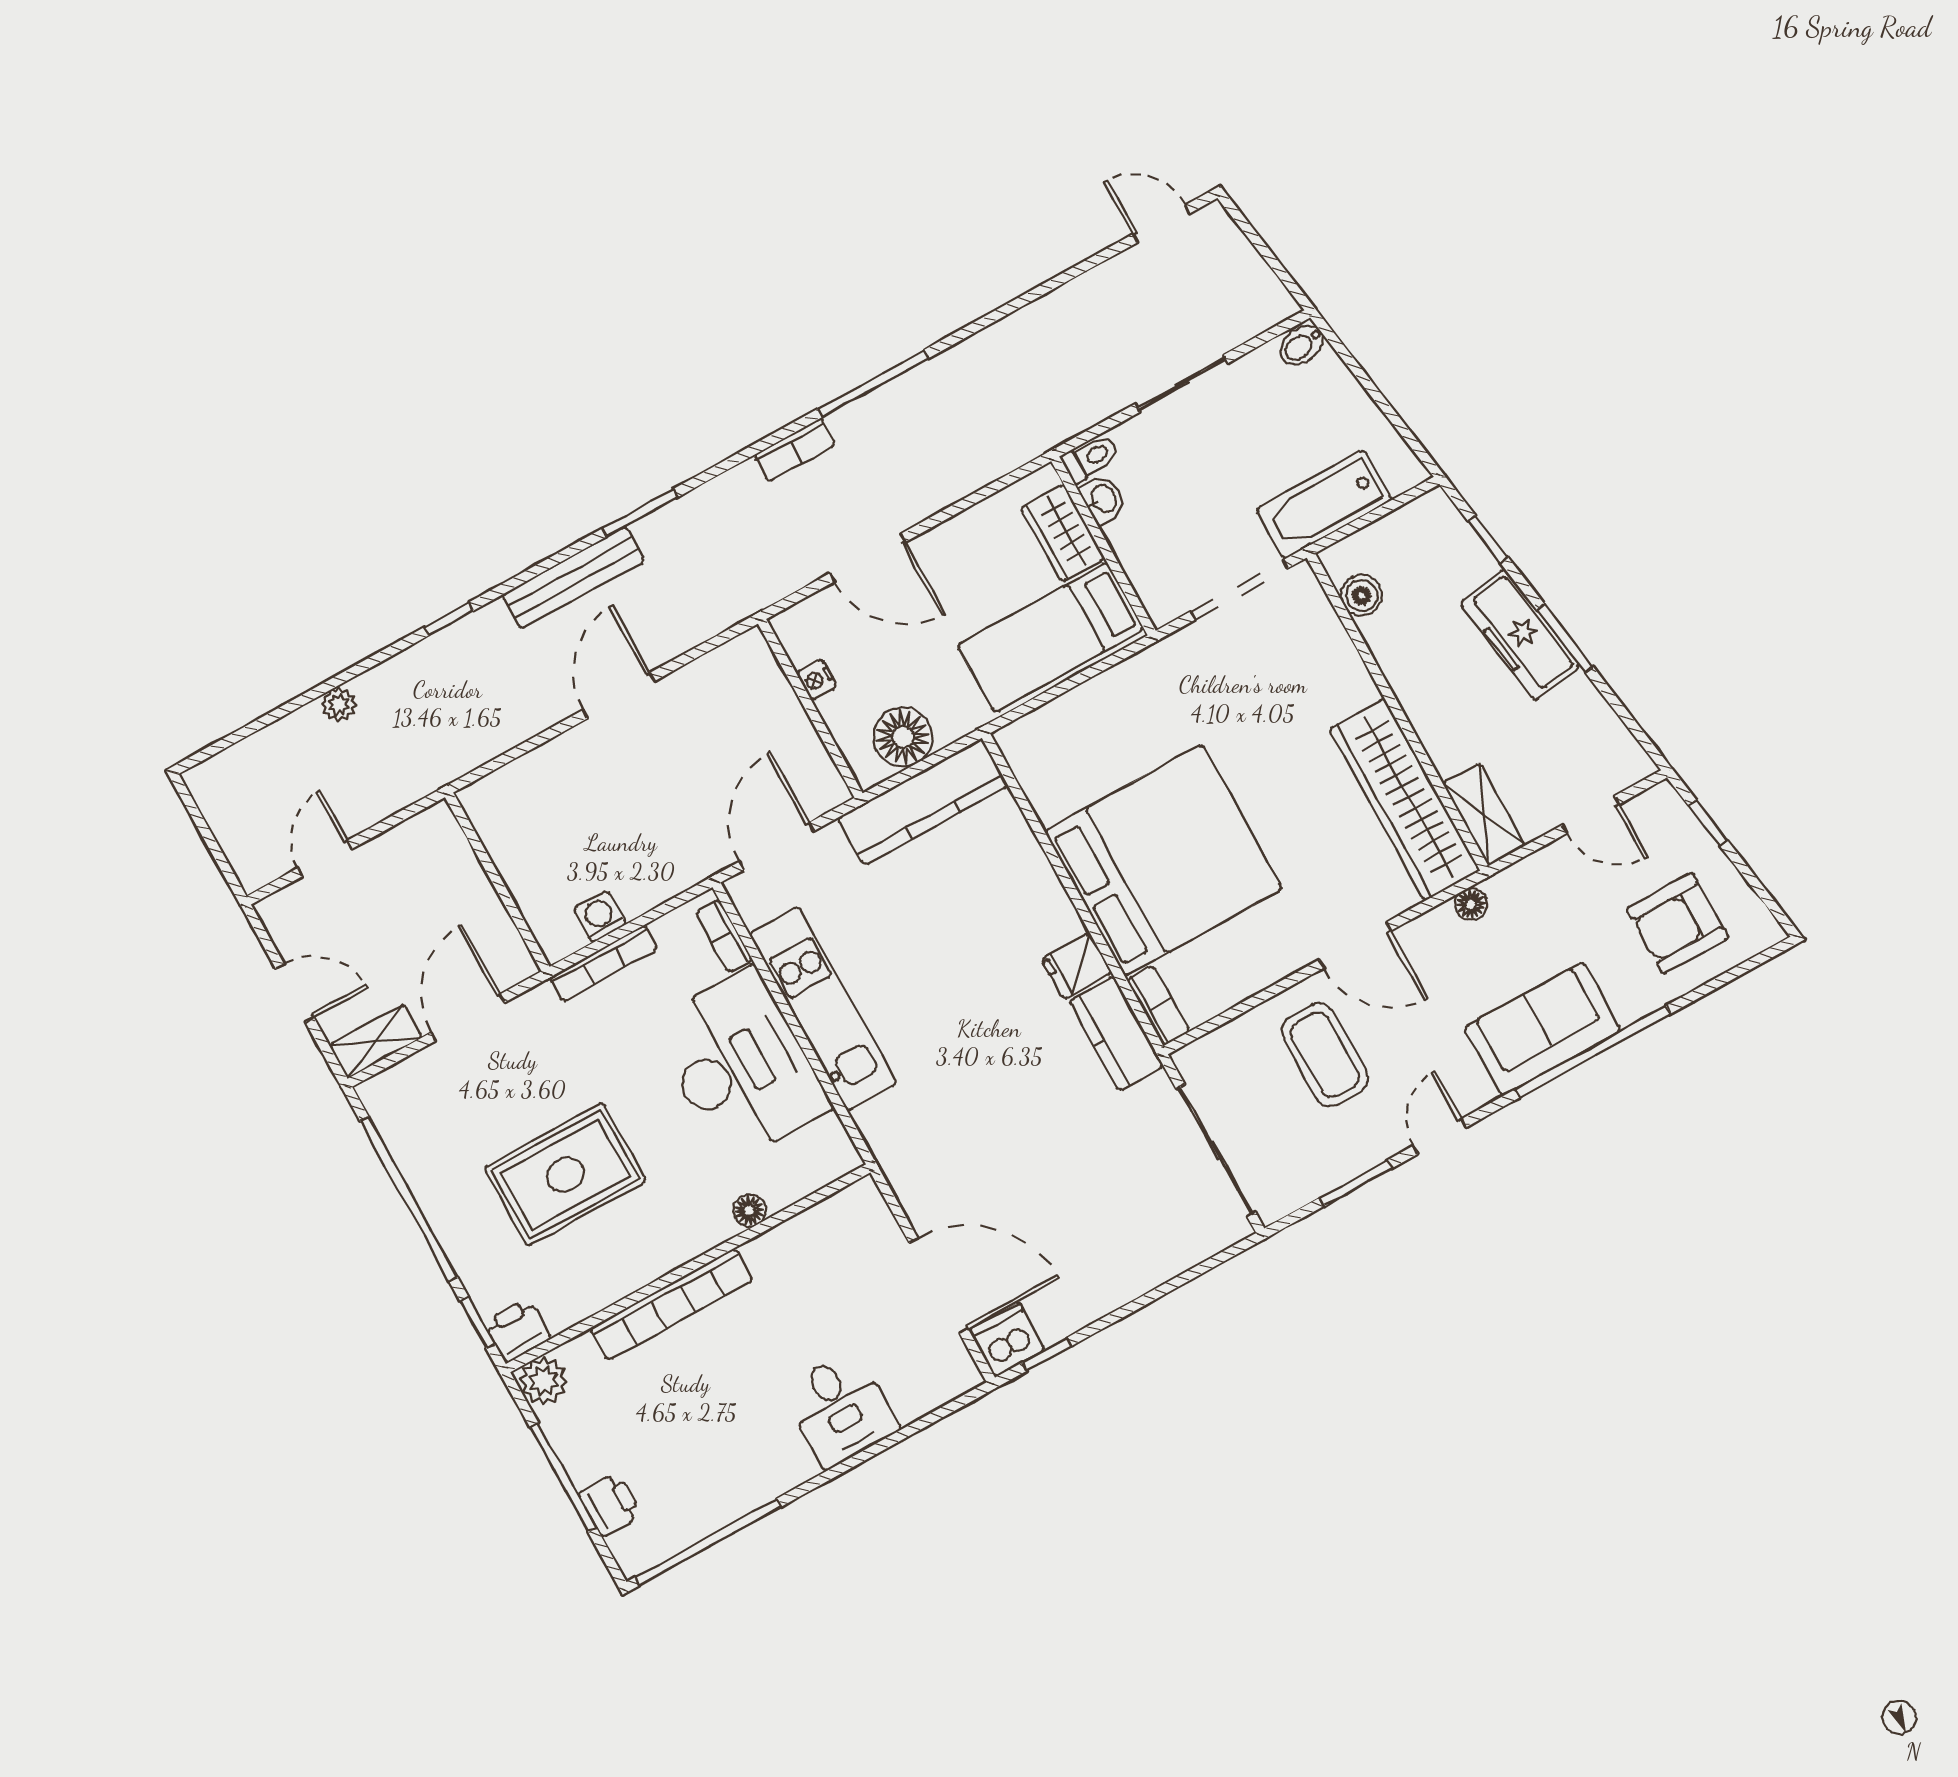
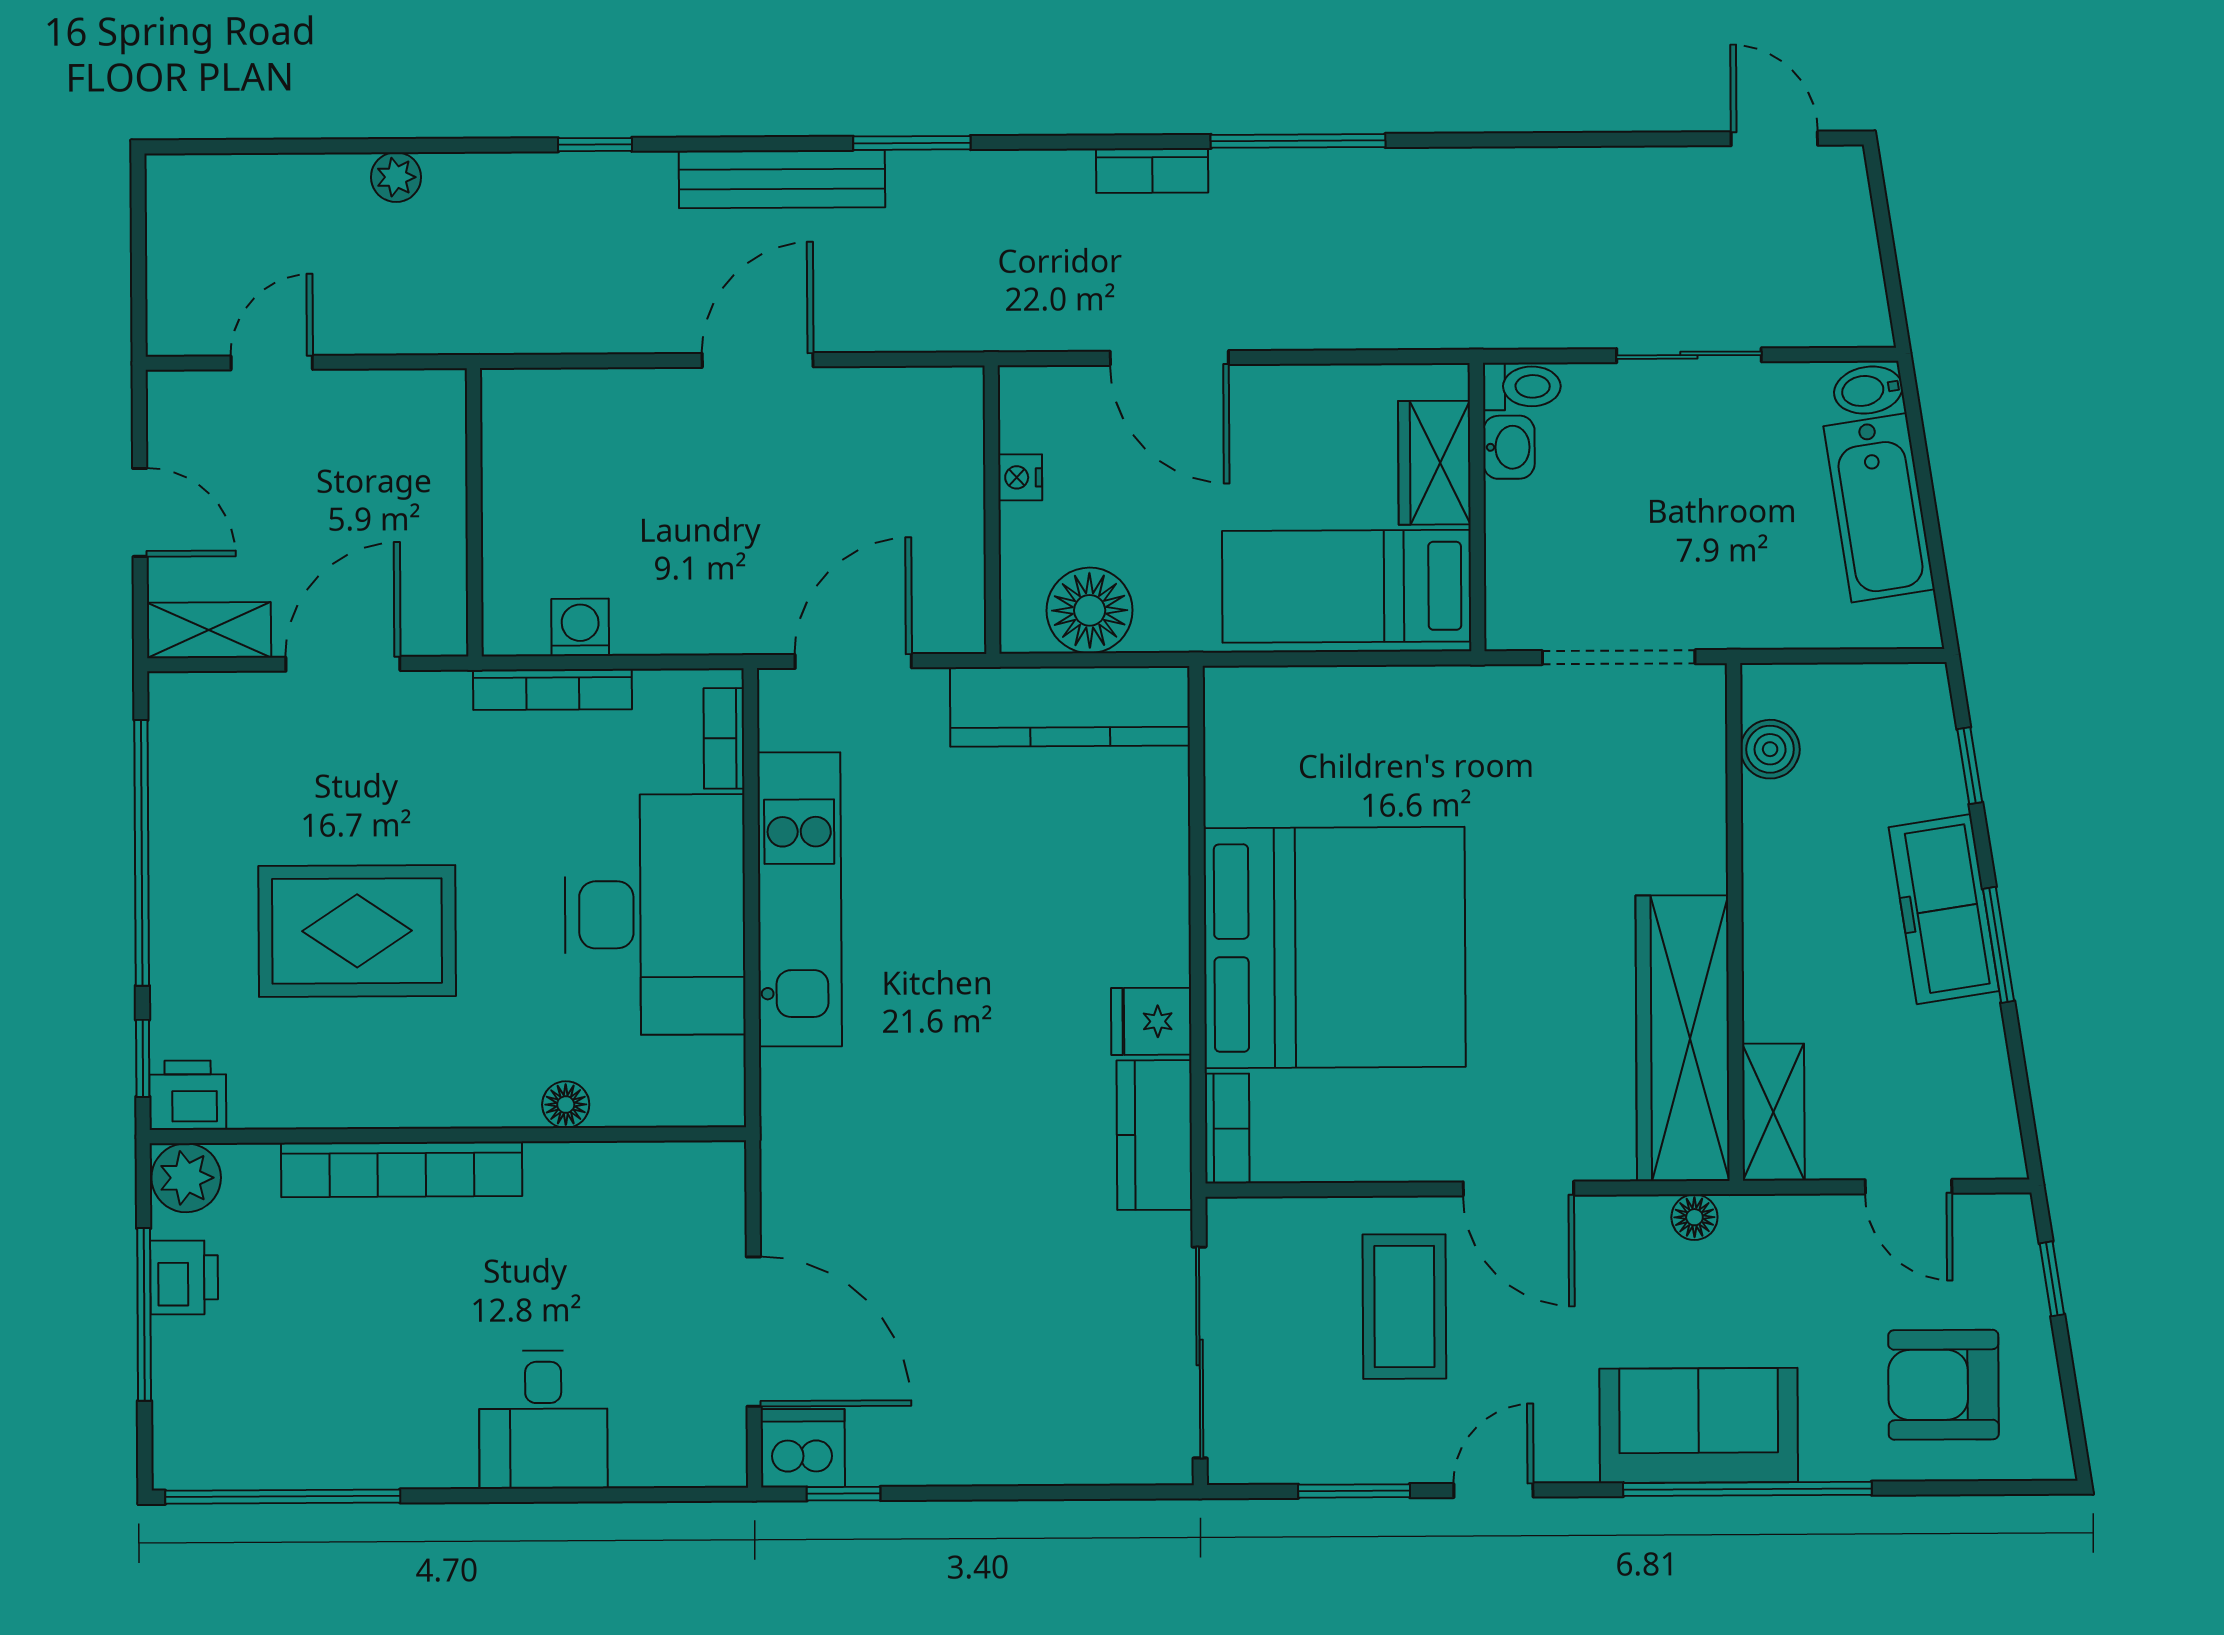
bathtub: (1324, 504) -> (1879, 508), moved, turned -99
printer: (610, 1504) -> (184, 1277), moved

